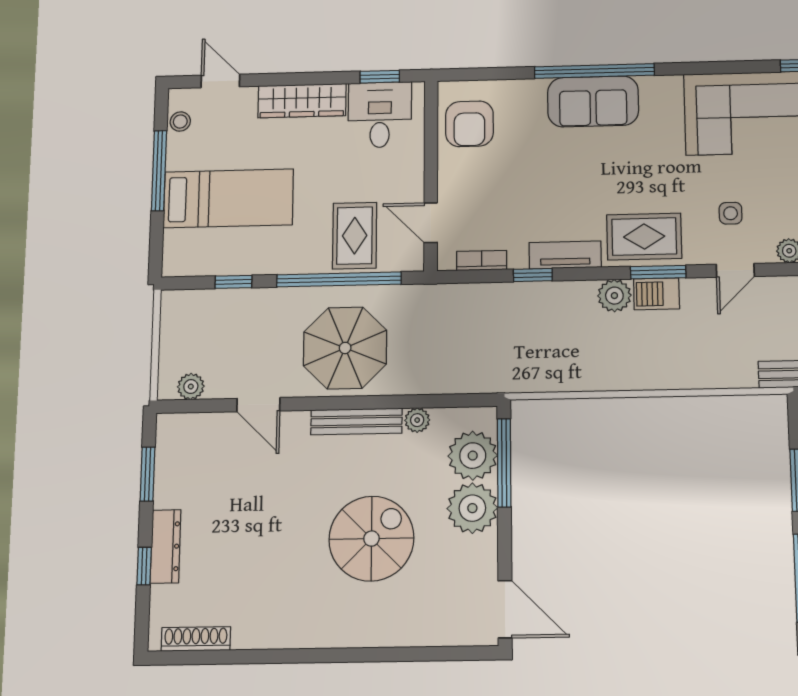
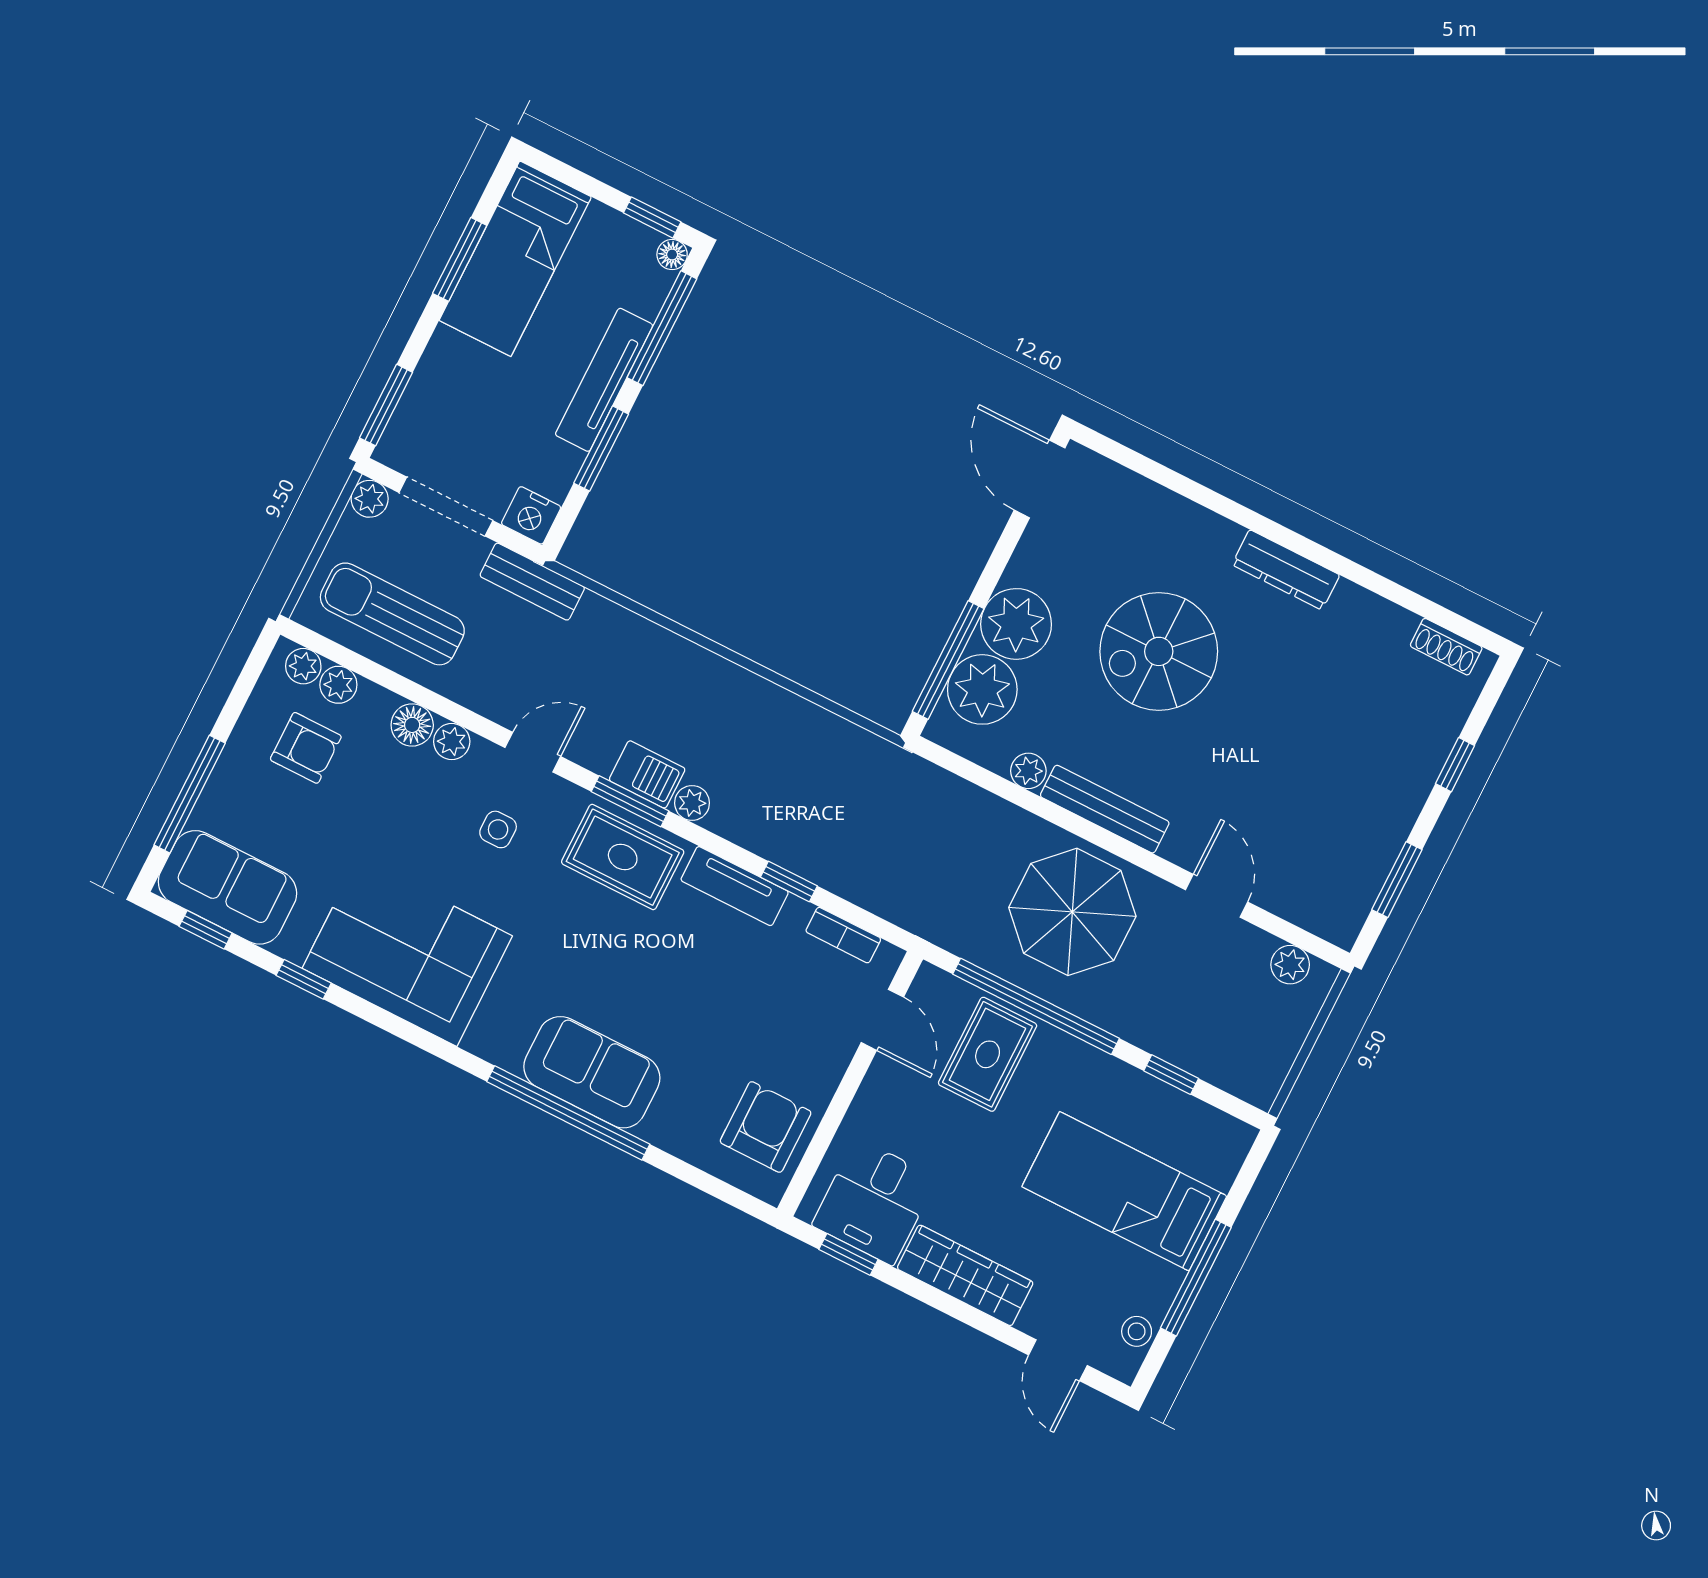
plant: (614, 296) -> (692, 803), width x0.73, depth x0.73
dresser: (166, 546) -> (1286, 570), moved, turned -90
shoe rack: (196, 639) -> (1446, 647), width x0.70

